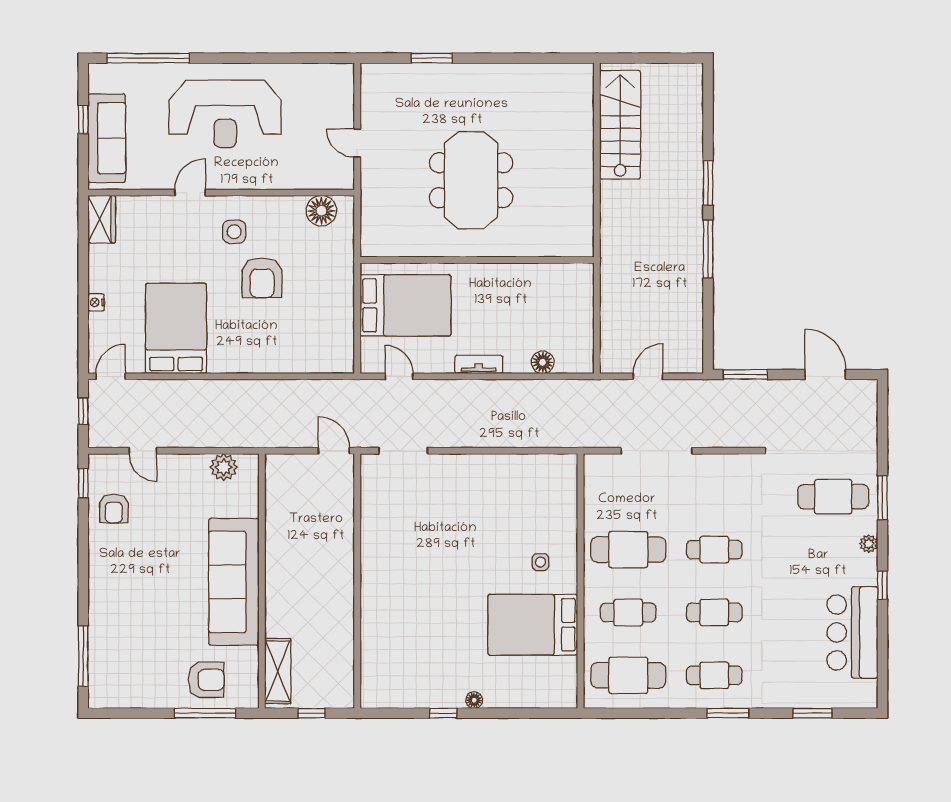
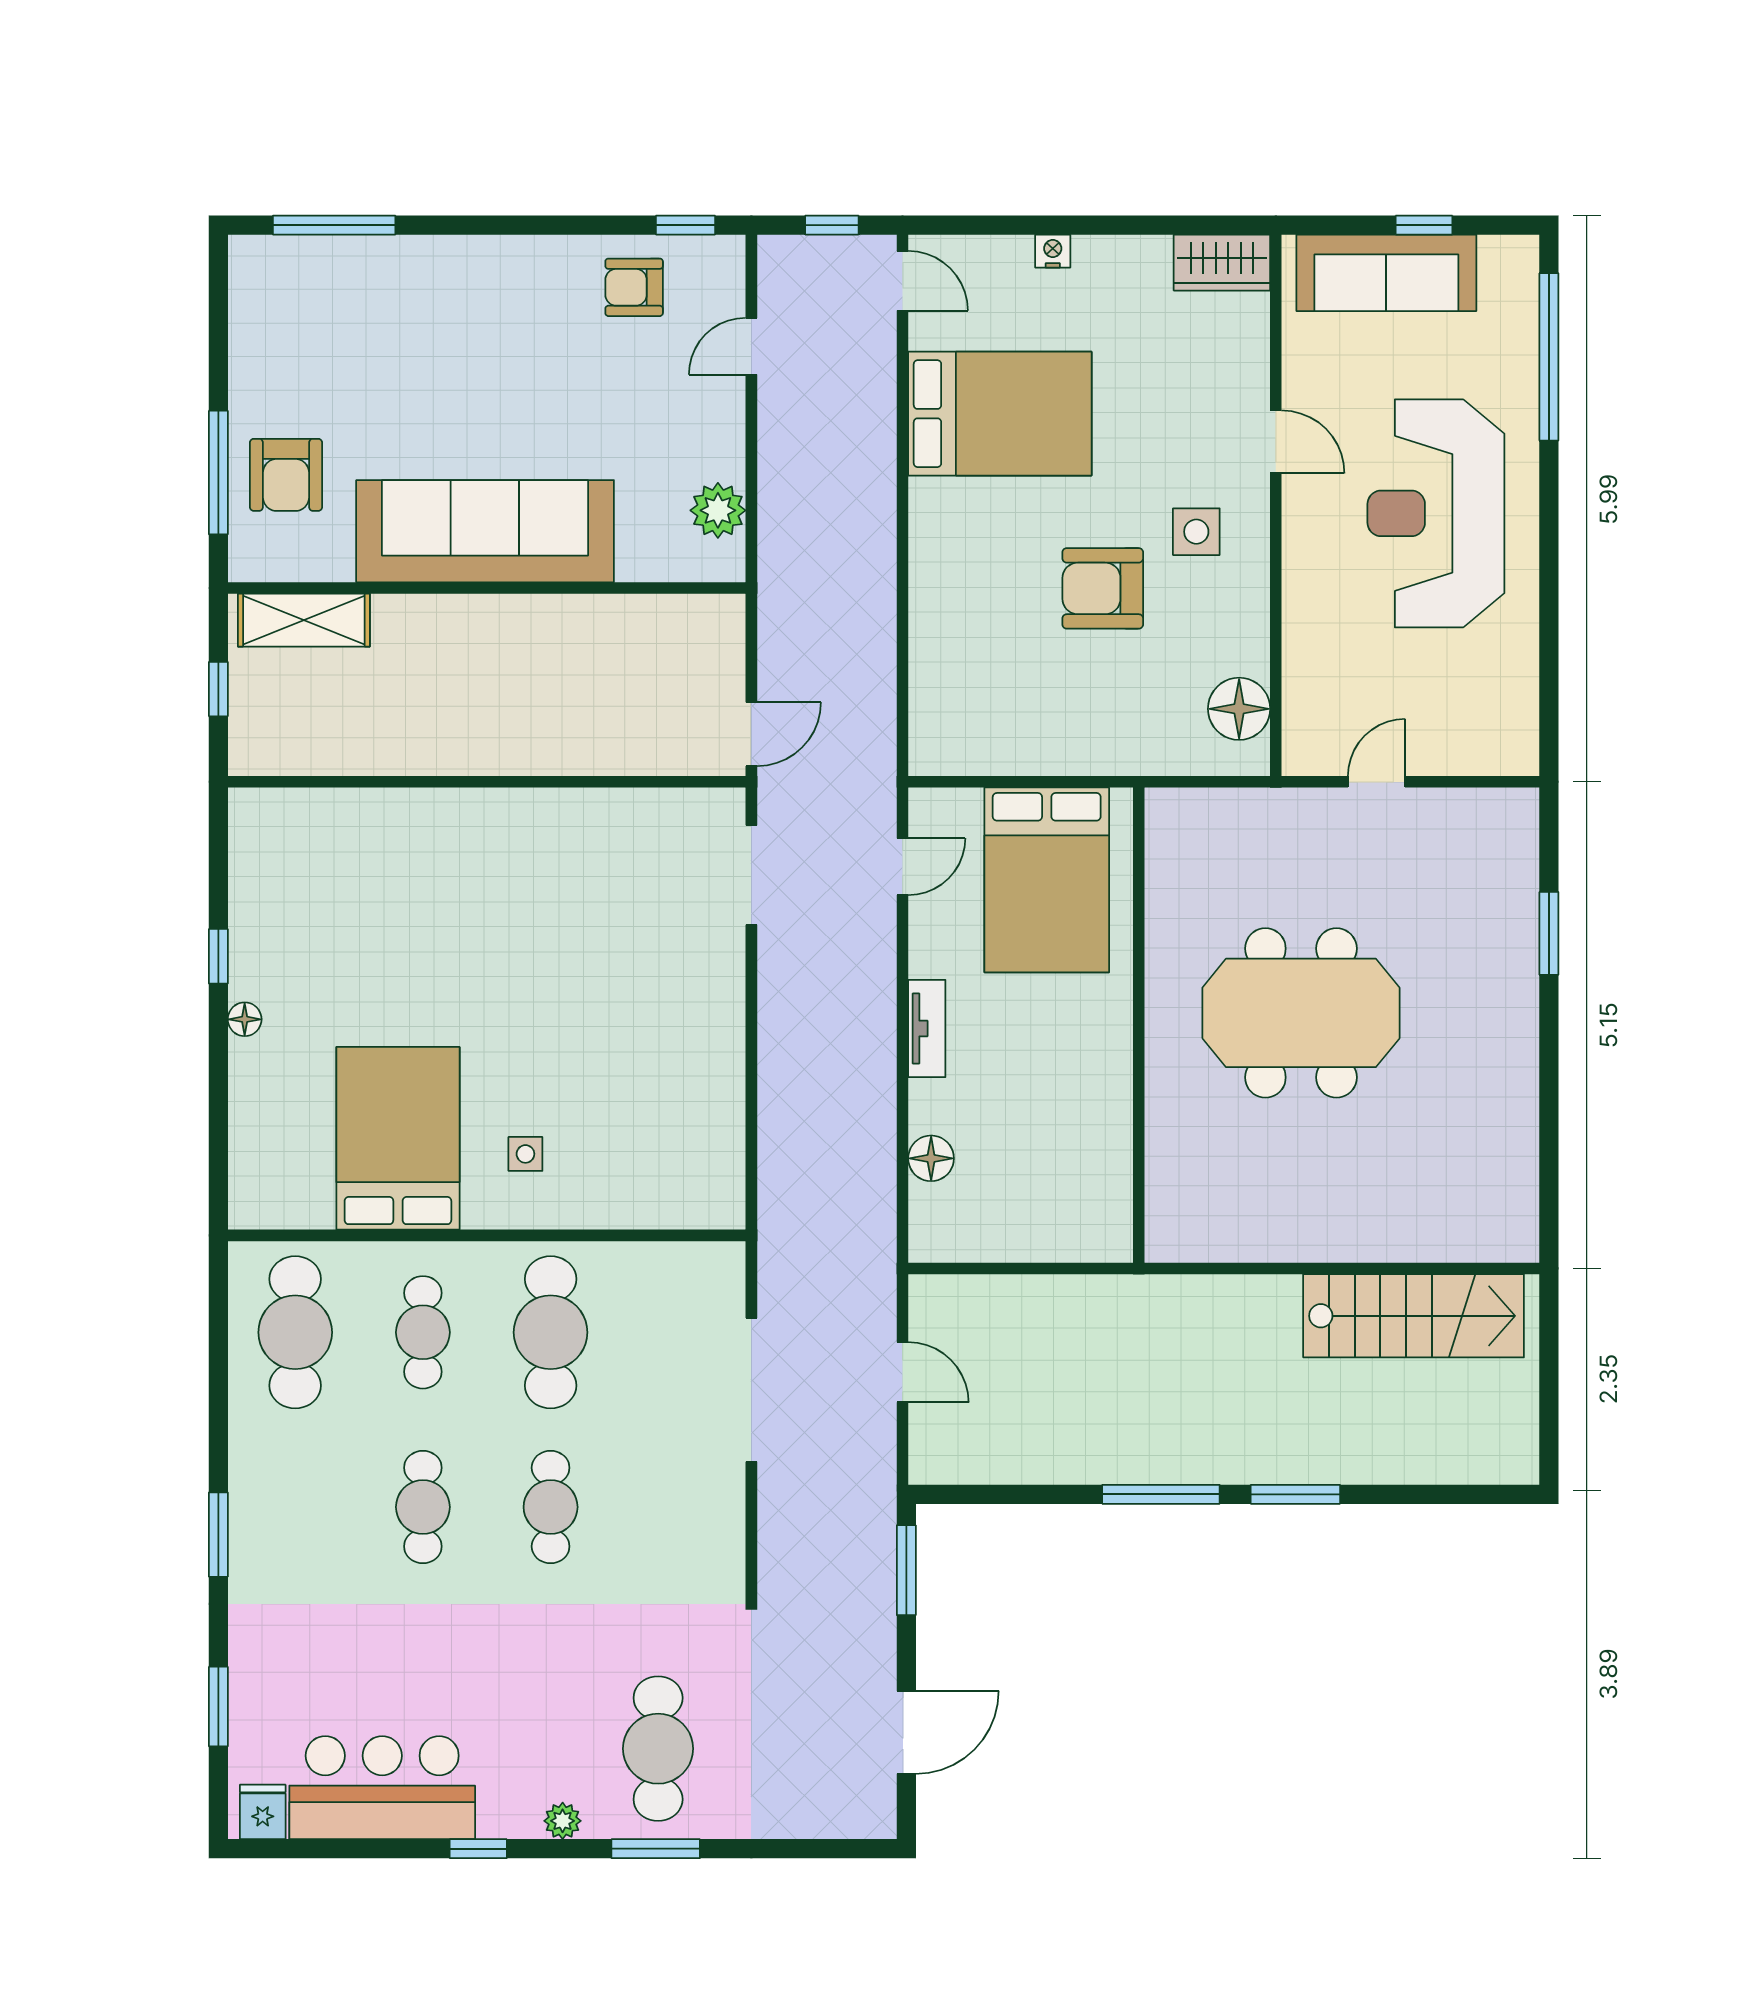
cafe table: (714, 675) -> (295, 1507), removed
fridge: (864, 691) -> (263, 1812), added

